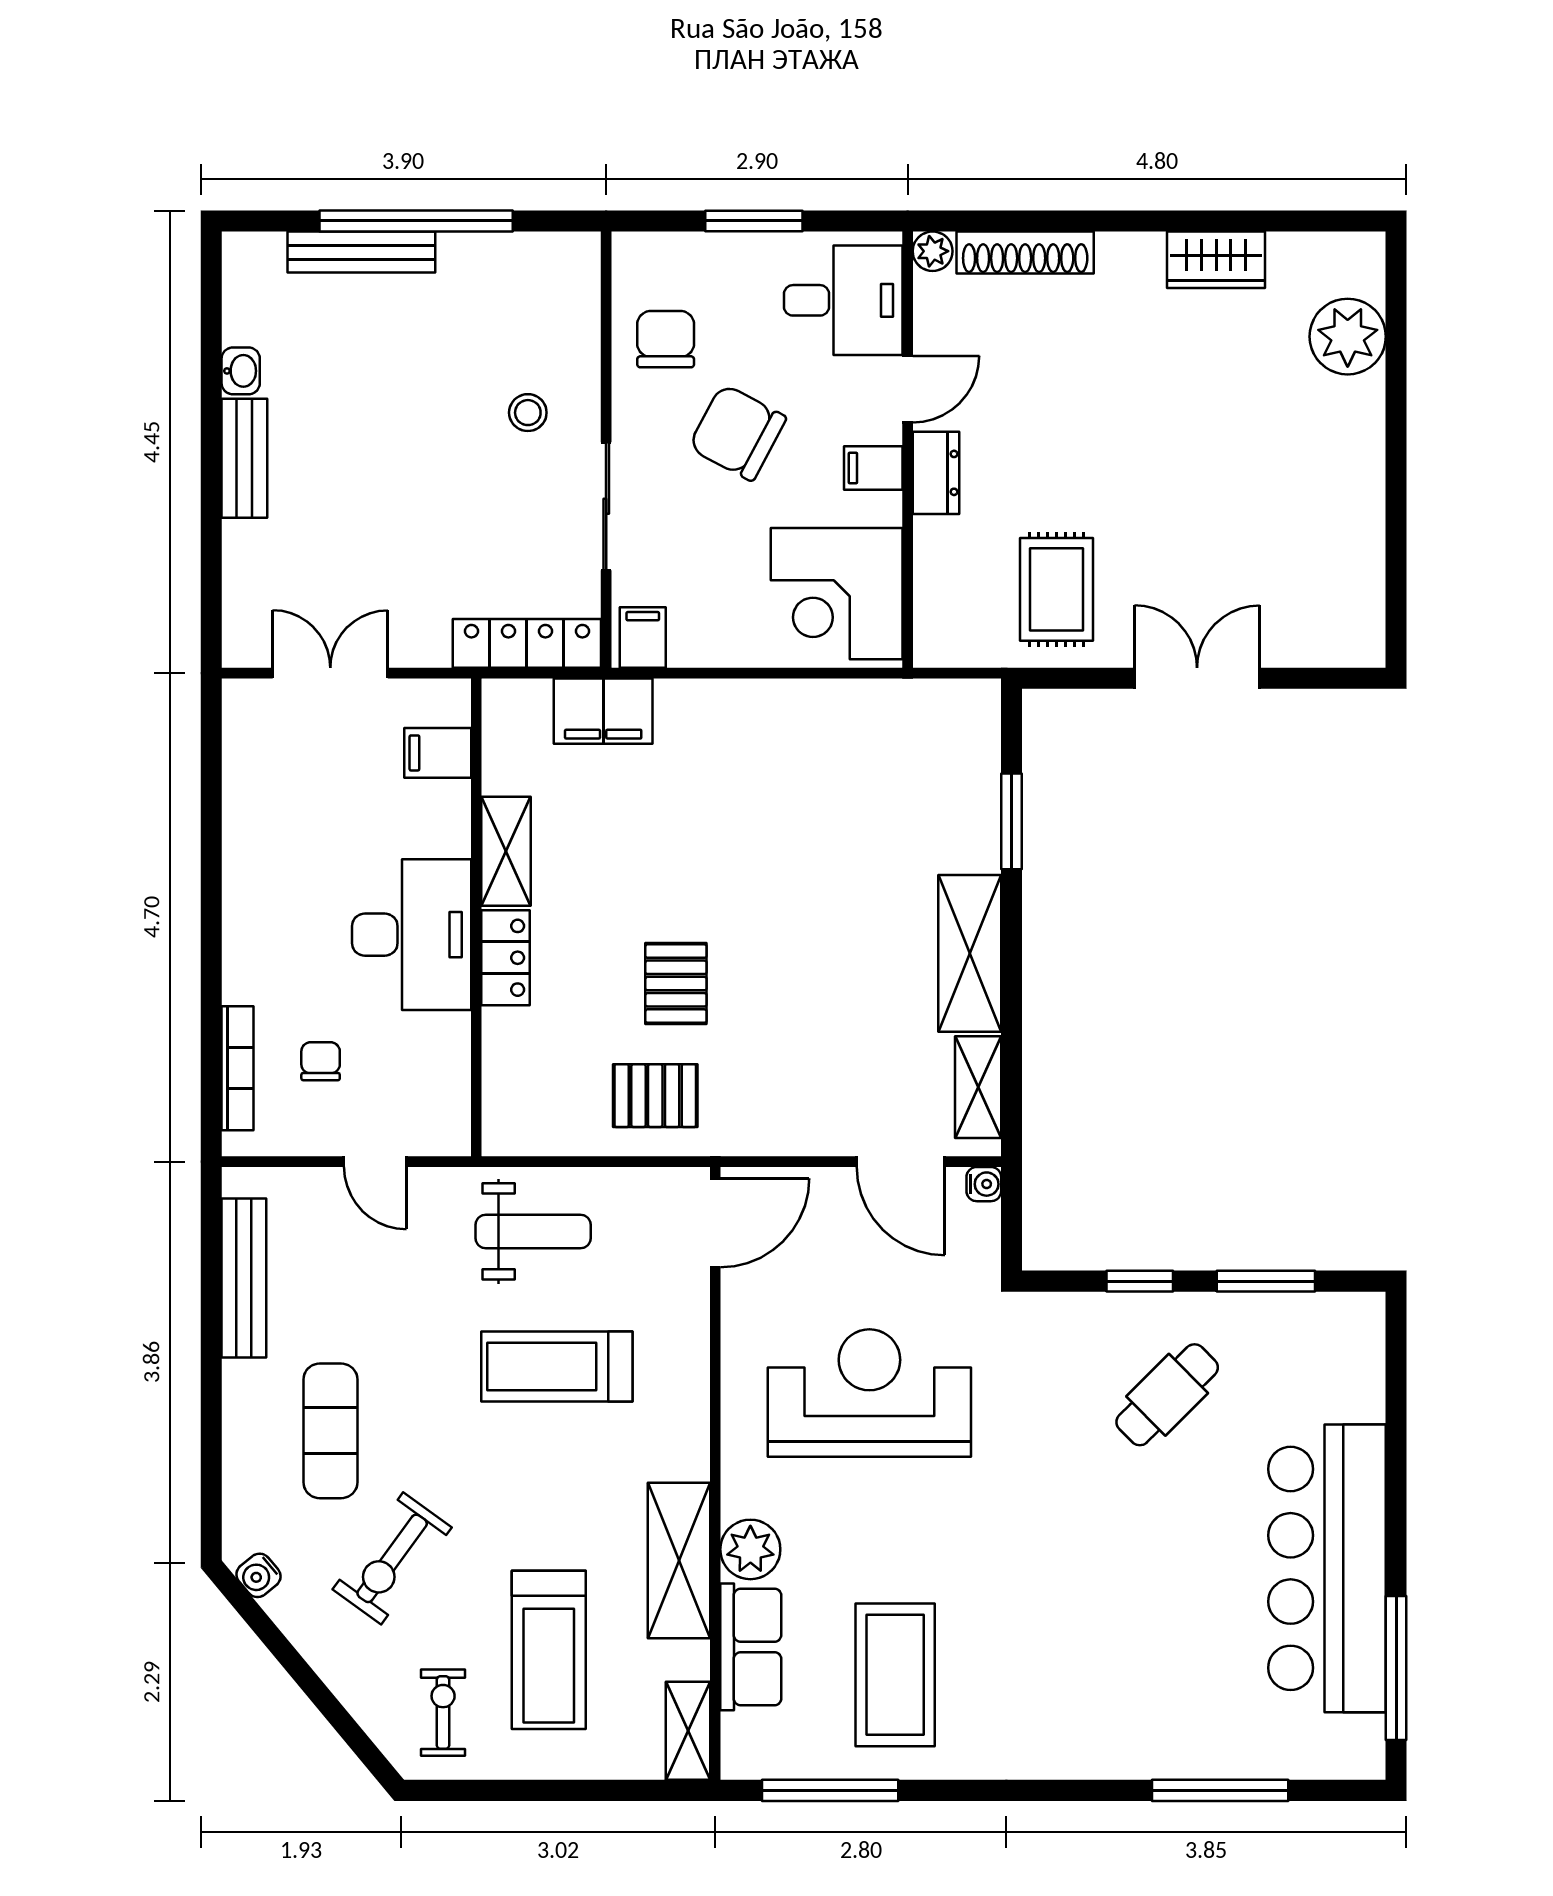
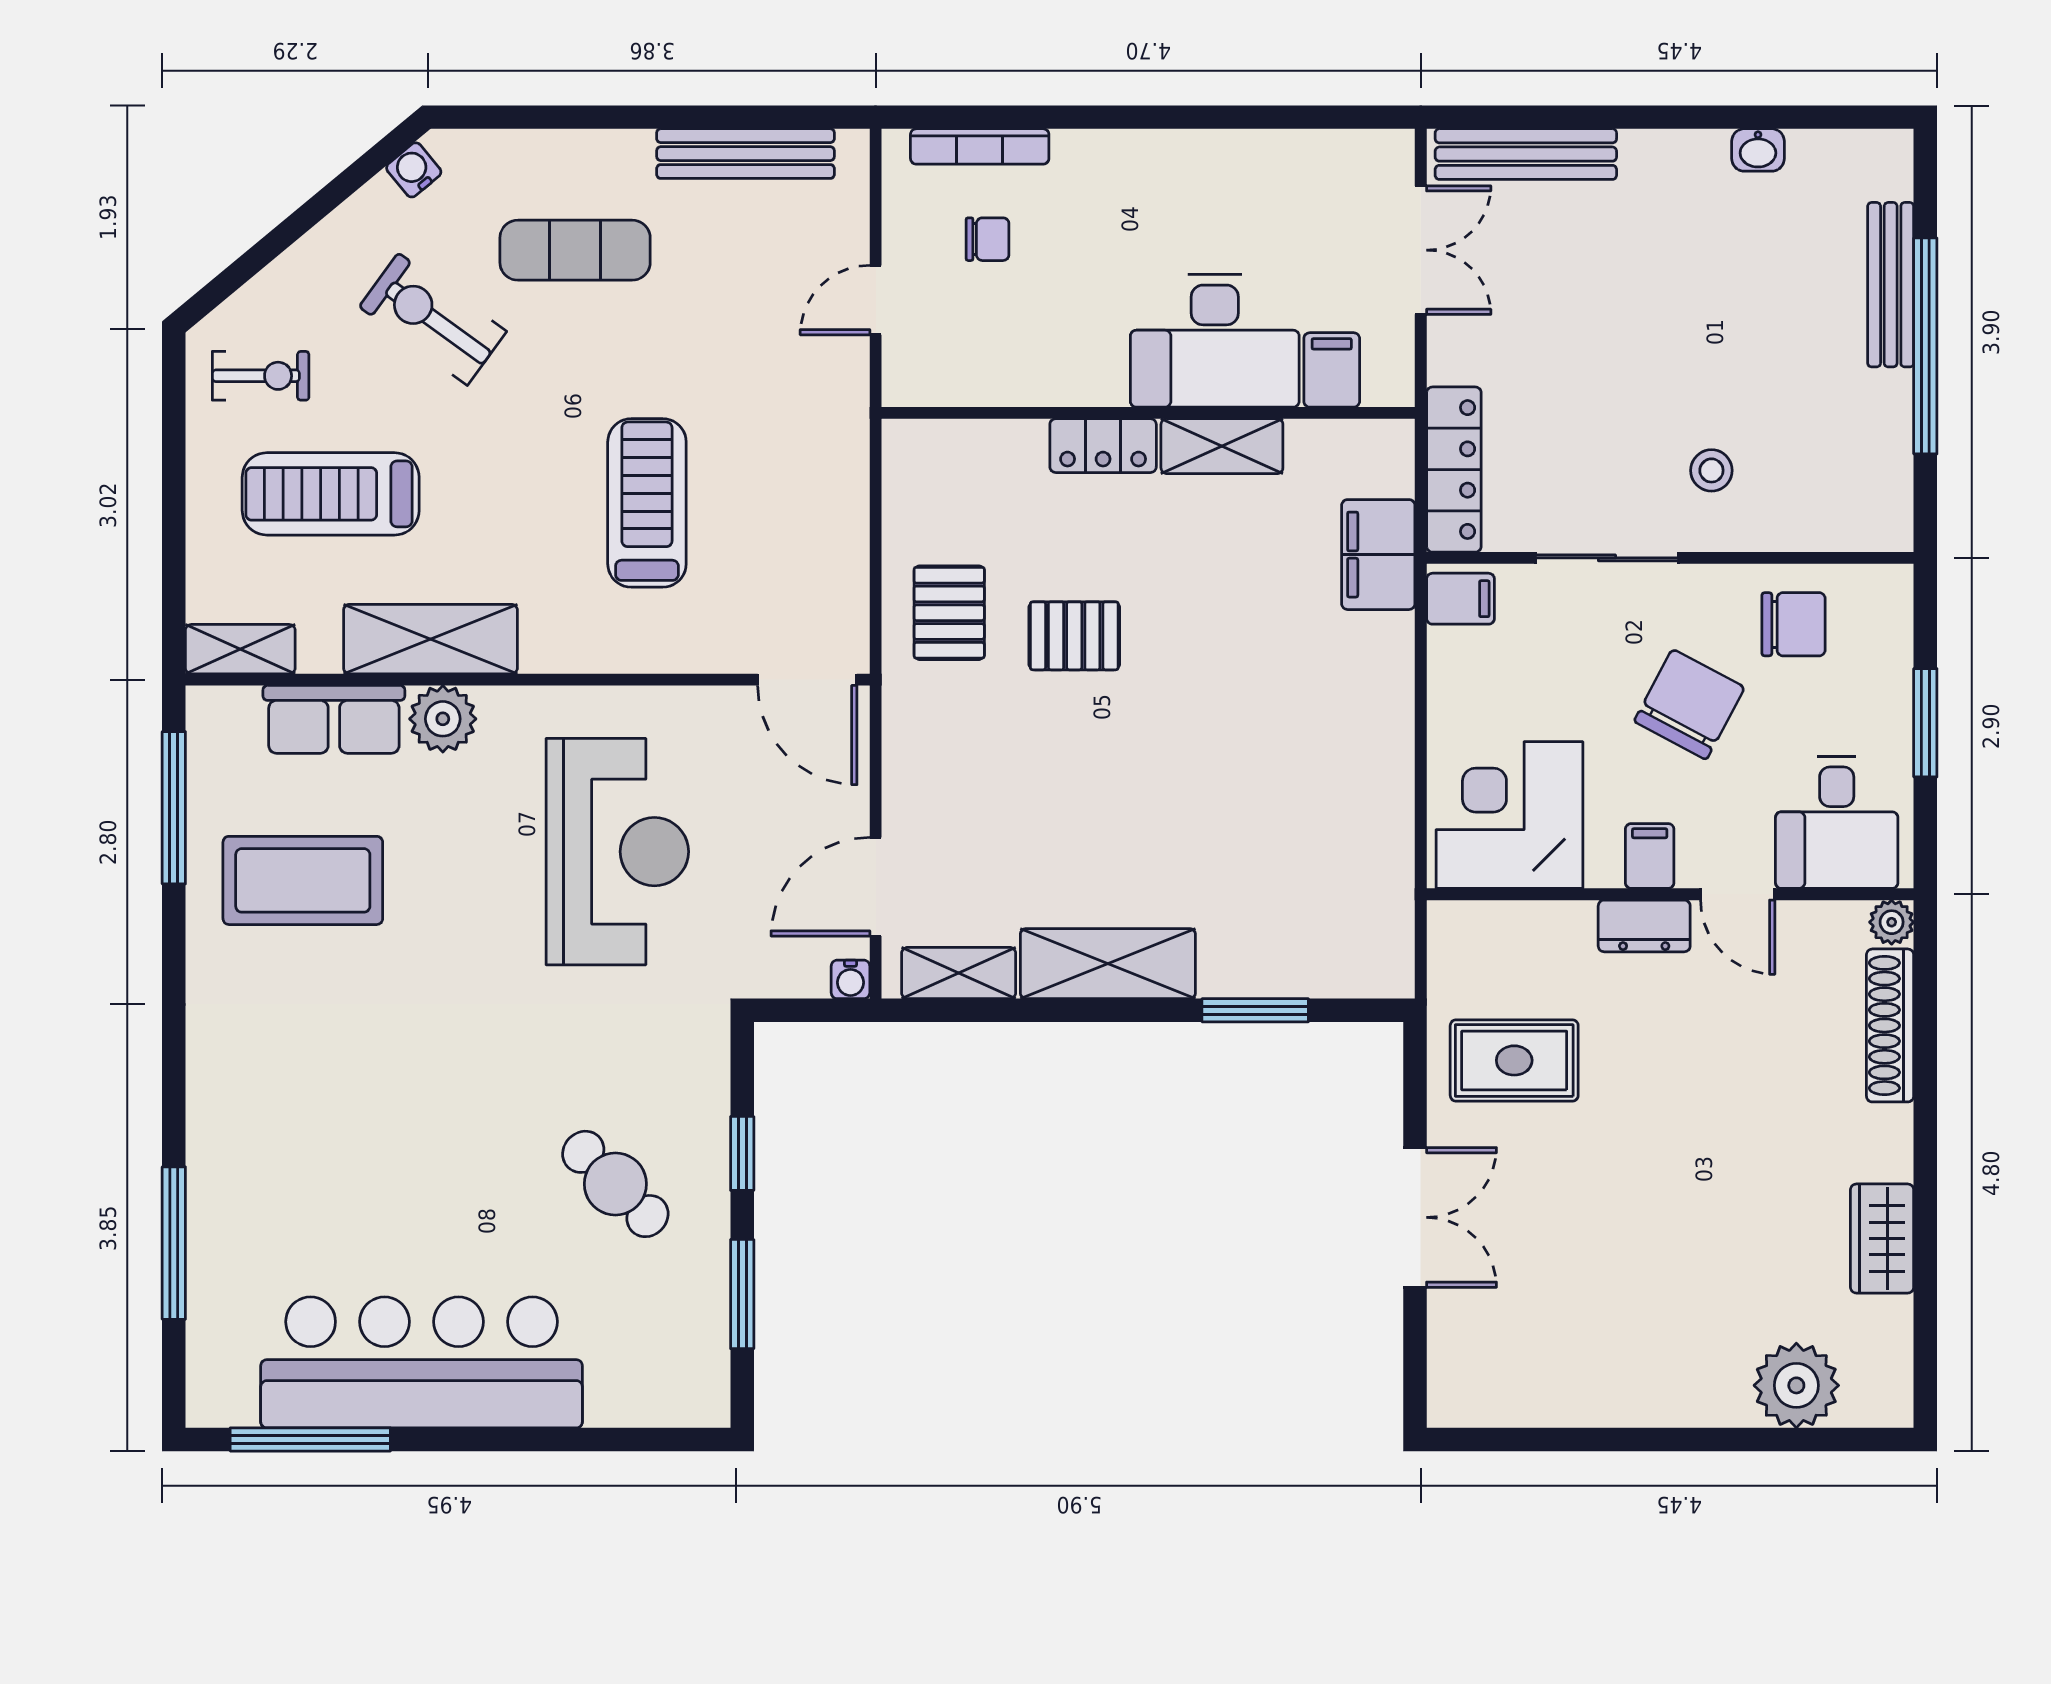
bench: (244, 458) -> (1526, 154), moved, width x1.36
desk: (412, 935) -> (1215, 341), moved
weight bench: (533, 1231) -> (798, 476), removed

